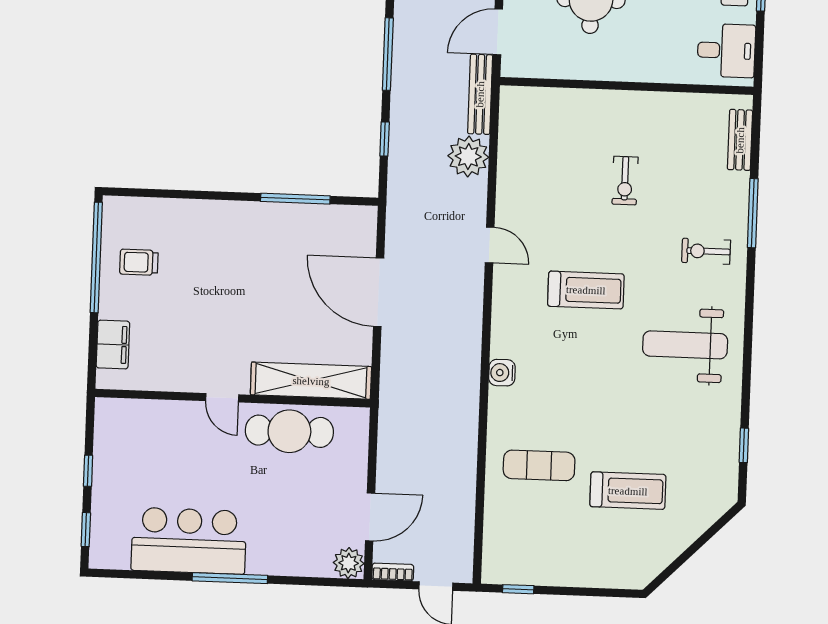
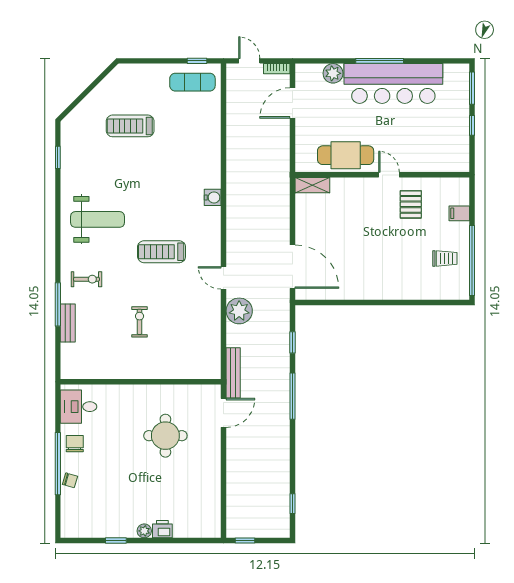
bench: (740, 140) -> (68, 323), moved
plant: (468, 156) -> (239, 311), moved
window: (295, 199) -> (348, 302), removed
door: (379, 292) -> (293, 267), moved
filing cabinet: (113, 345) -> (459, 213), width x0.50
pallet: (190, 350) -> (411, 204), added
shelving: (311, 381) -> (312, 185), width x0.45, depth x0.75
exercise mat: (539, 465) -> (192, 82), moved
window: (86, 530) -> (472, 88), width x1.50
bar counter: (189, 541) -> (393, 84), width x1.36
plant: (349, 563) -> (333, 73), moved

